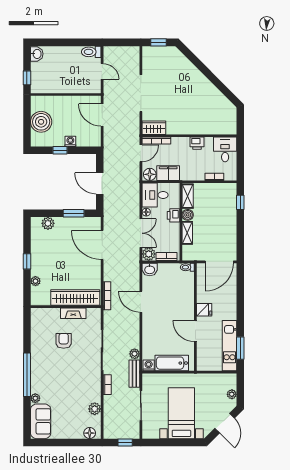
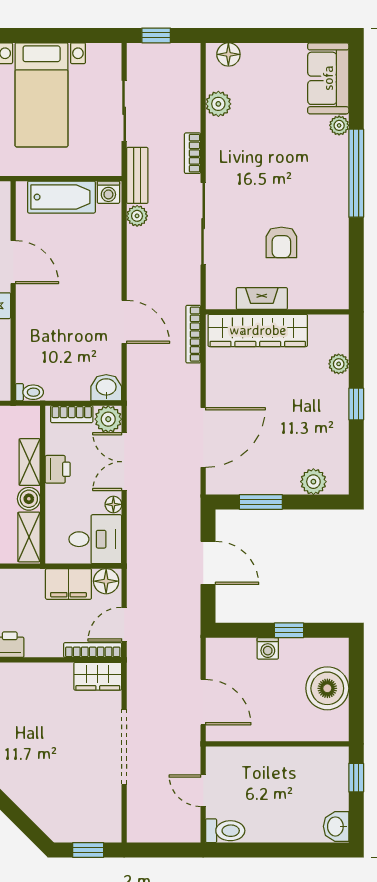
printer: (174, 215) -> (58, 469), moved
door: (102, 245) -> (203, 438), hinge flipped

